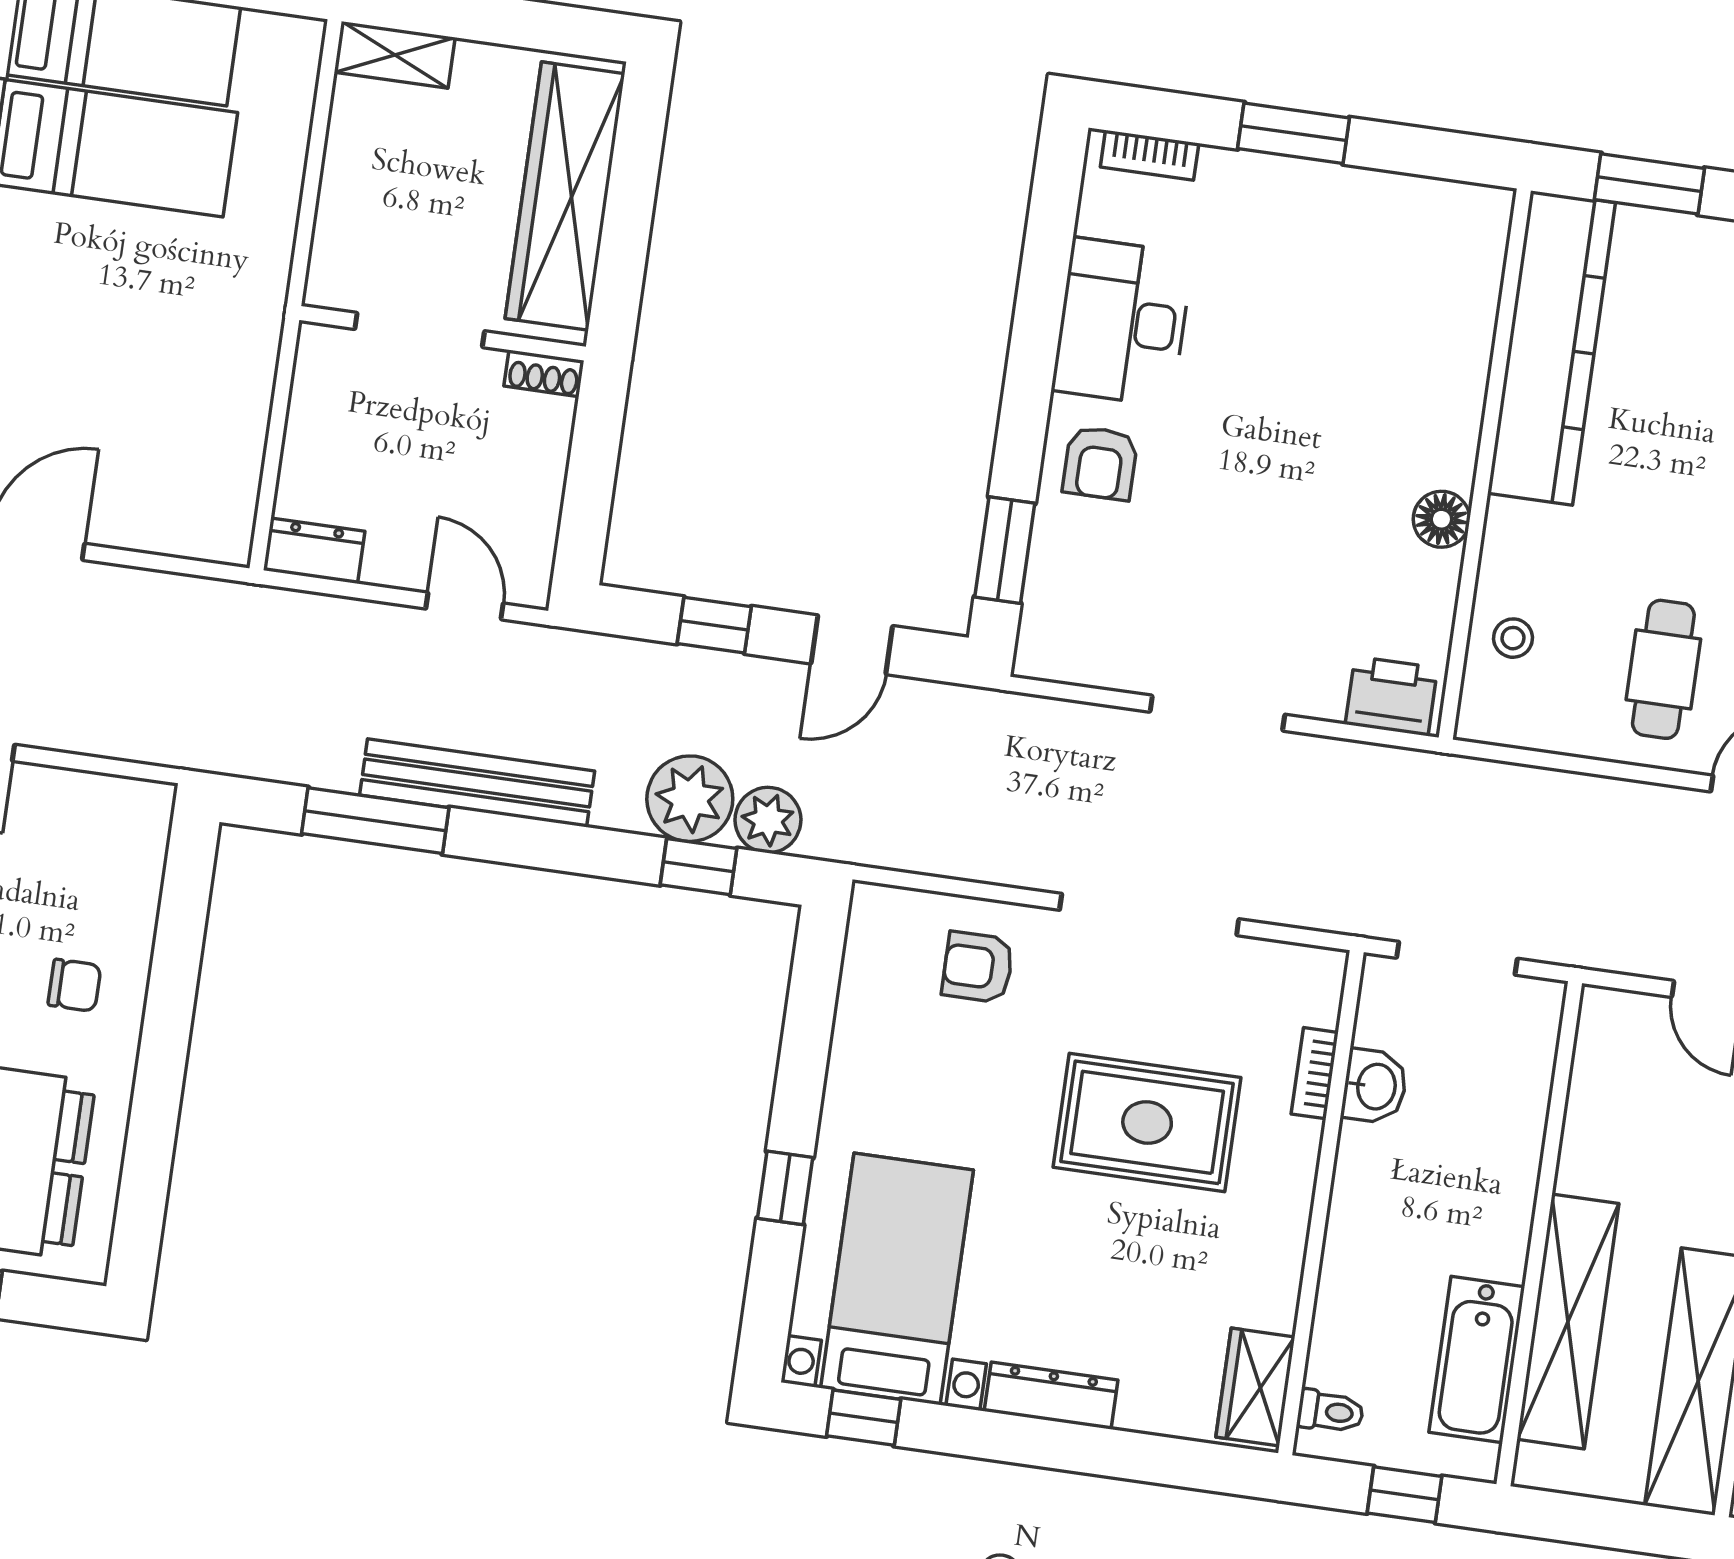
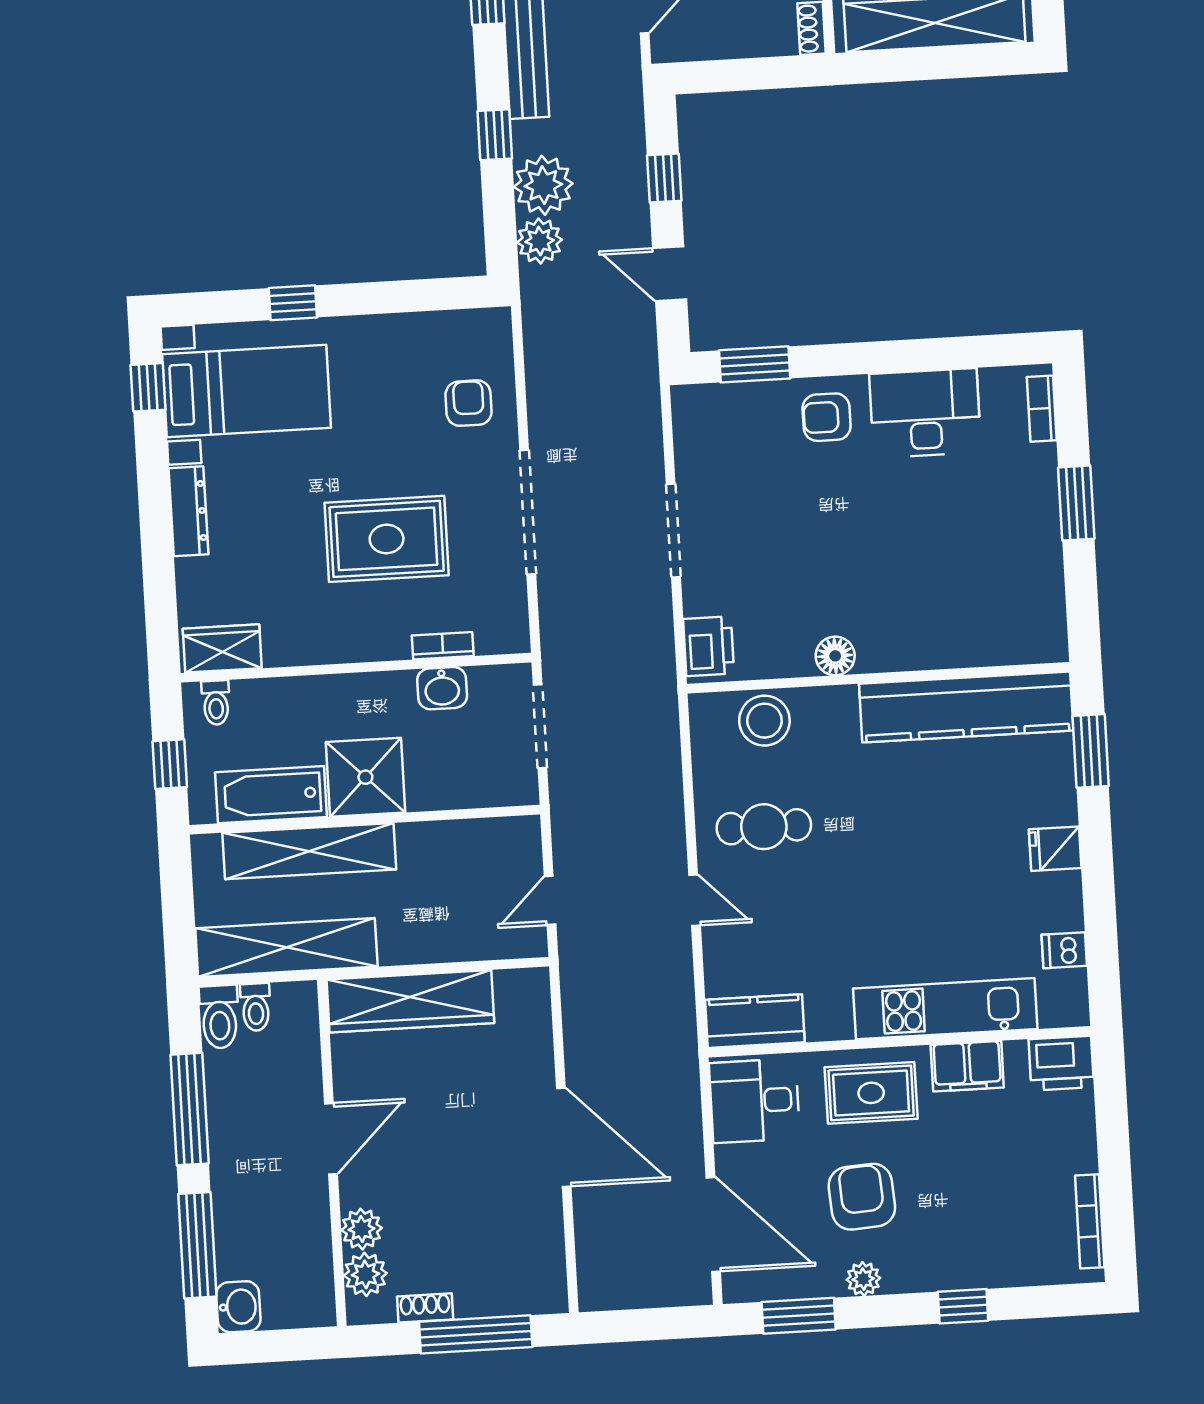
stool: (1513, 638) -> (764, 721), width x1.89, depth x1.89
window: (699, 867) -> (495, 135), moved
rug: (1147, 1122) -> (387, 539), turned 90
shower: (1479, 1221) -> (365, 777), added

